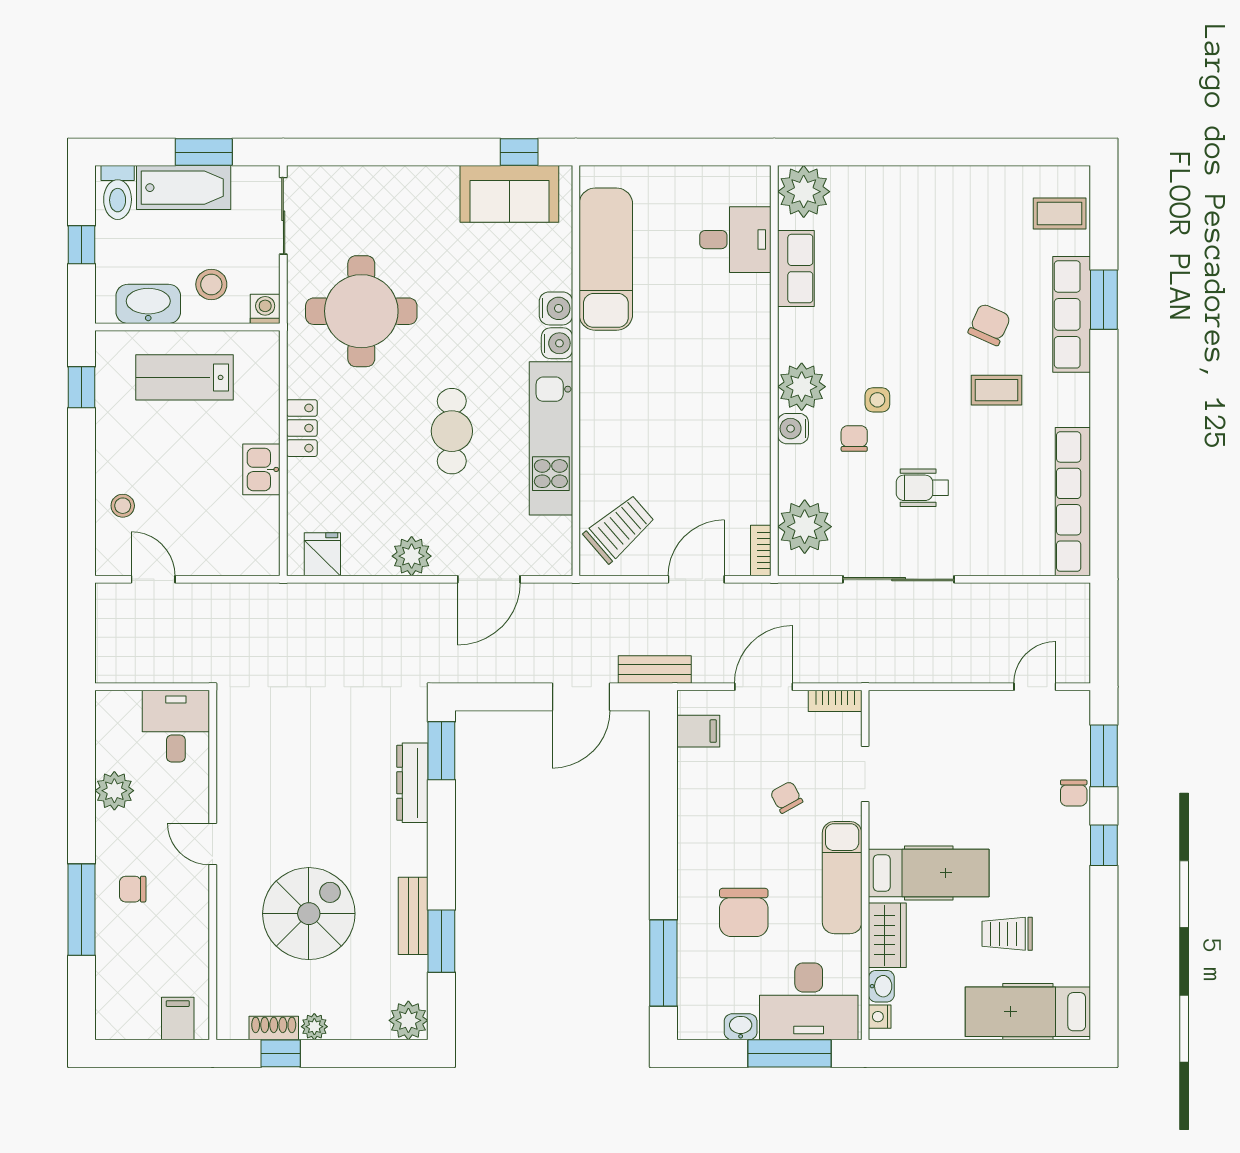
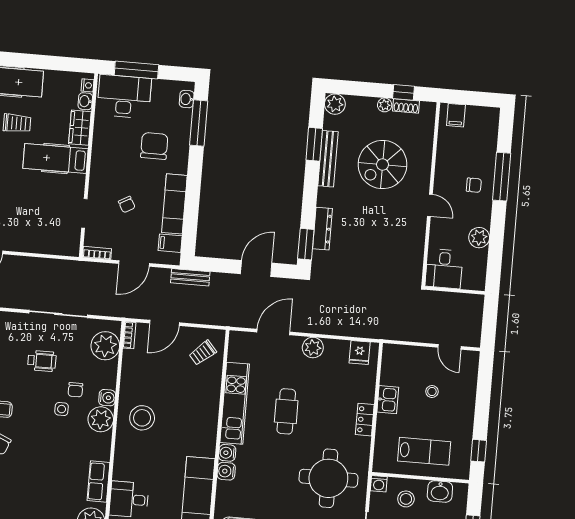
washbasin: (148, 304) -> (440, 492), width x0.72
stool: (724, 396) -> (142, 418), added
stool: (123, 506) -> (432, 392), moved
trolley: (619, 529) -> (203, 353), width x0.73, depth x0.72
door: (581, 697) -> (256, 268), moved
exam couch: (842, 878) -> (174, 204), moved, turned 180
bench: (413, 916) -> (328, 159), width x1.36
washbasin: (741, 1027) -> (187, 99), moved, turned 90

